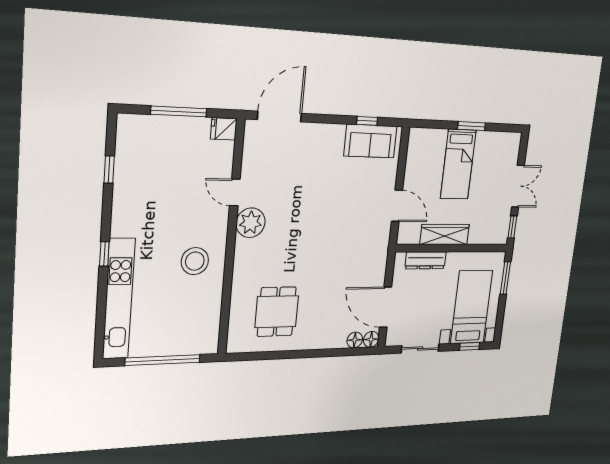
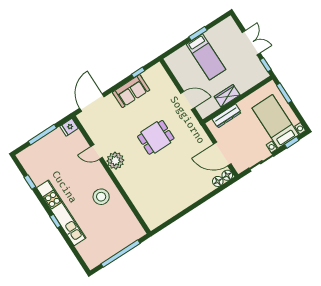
sofa: (370, 141) -> (131, 91), moved
wardrobe: (445, 234) -> (227, 96), width x0.67
kitchen unit: (119, 299) -> (61, 213), moved
dining table: (277, 312) -> (156, 137), moved, turned 90

